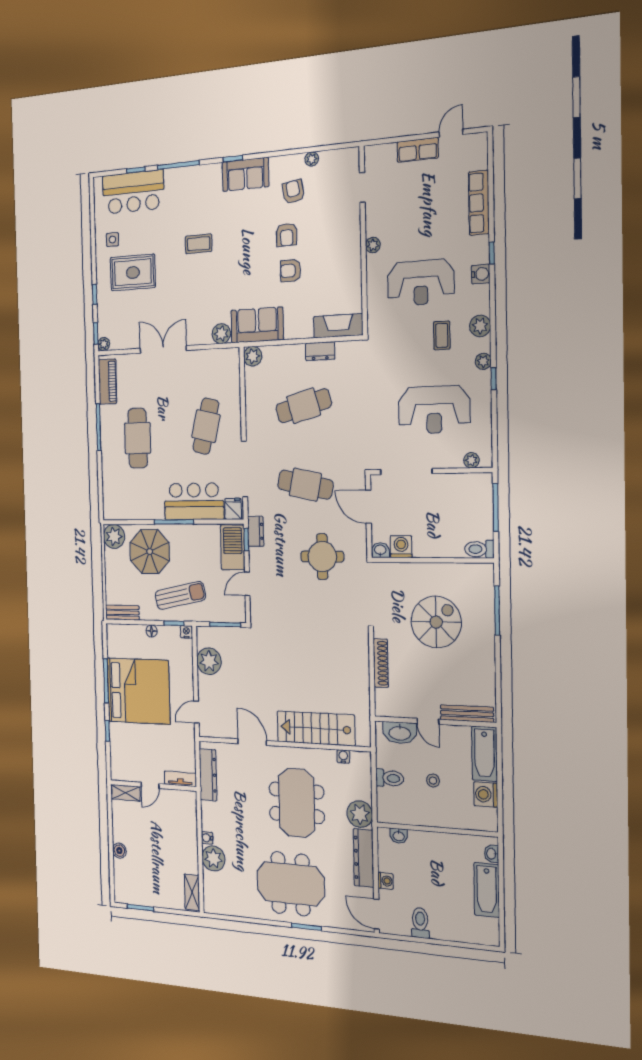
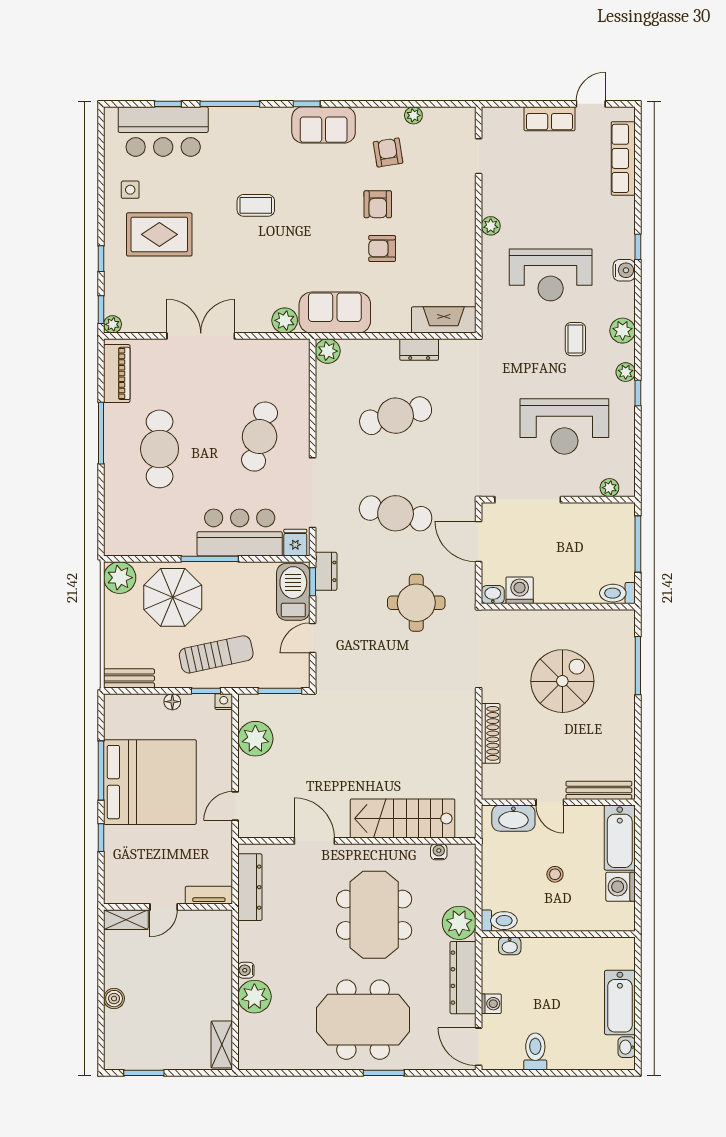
row of seats: (479, 203) -> (623, 158), moved
toilet: (390, 778) -> (499, 921), moved
washbasin: (492, 854) -> (627, 1047), moved

